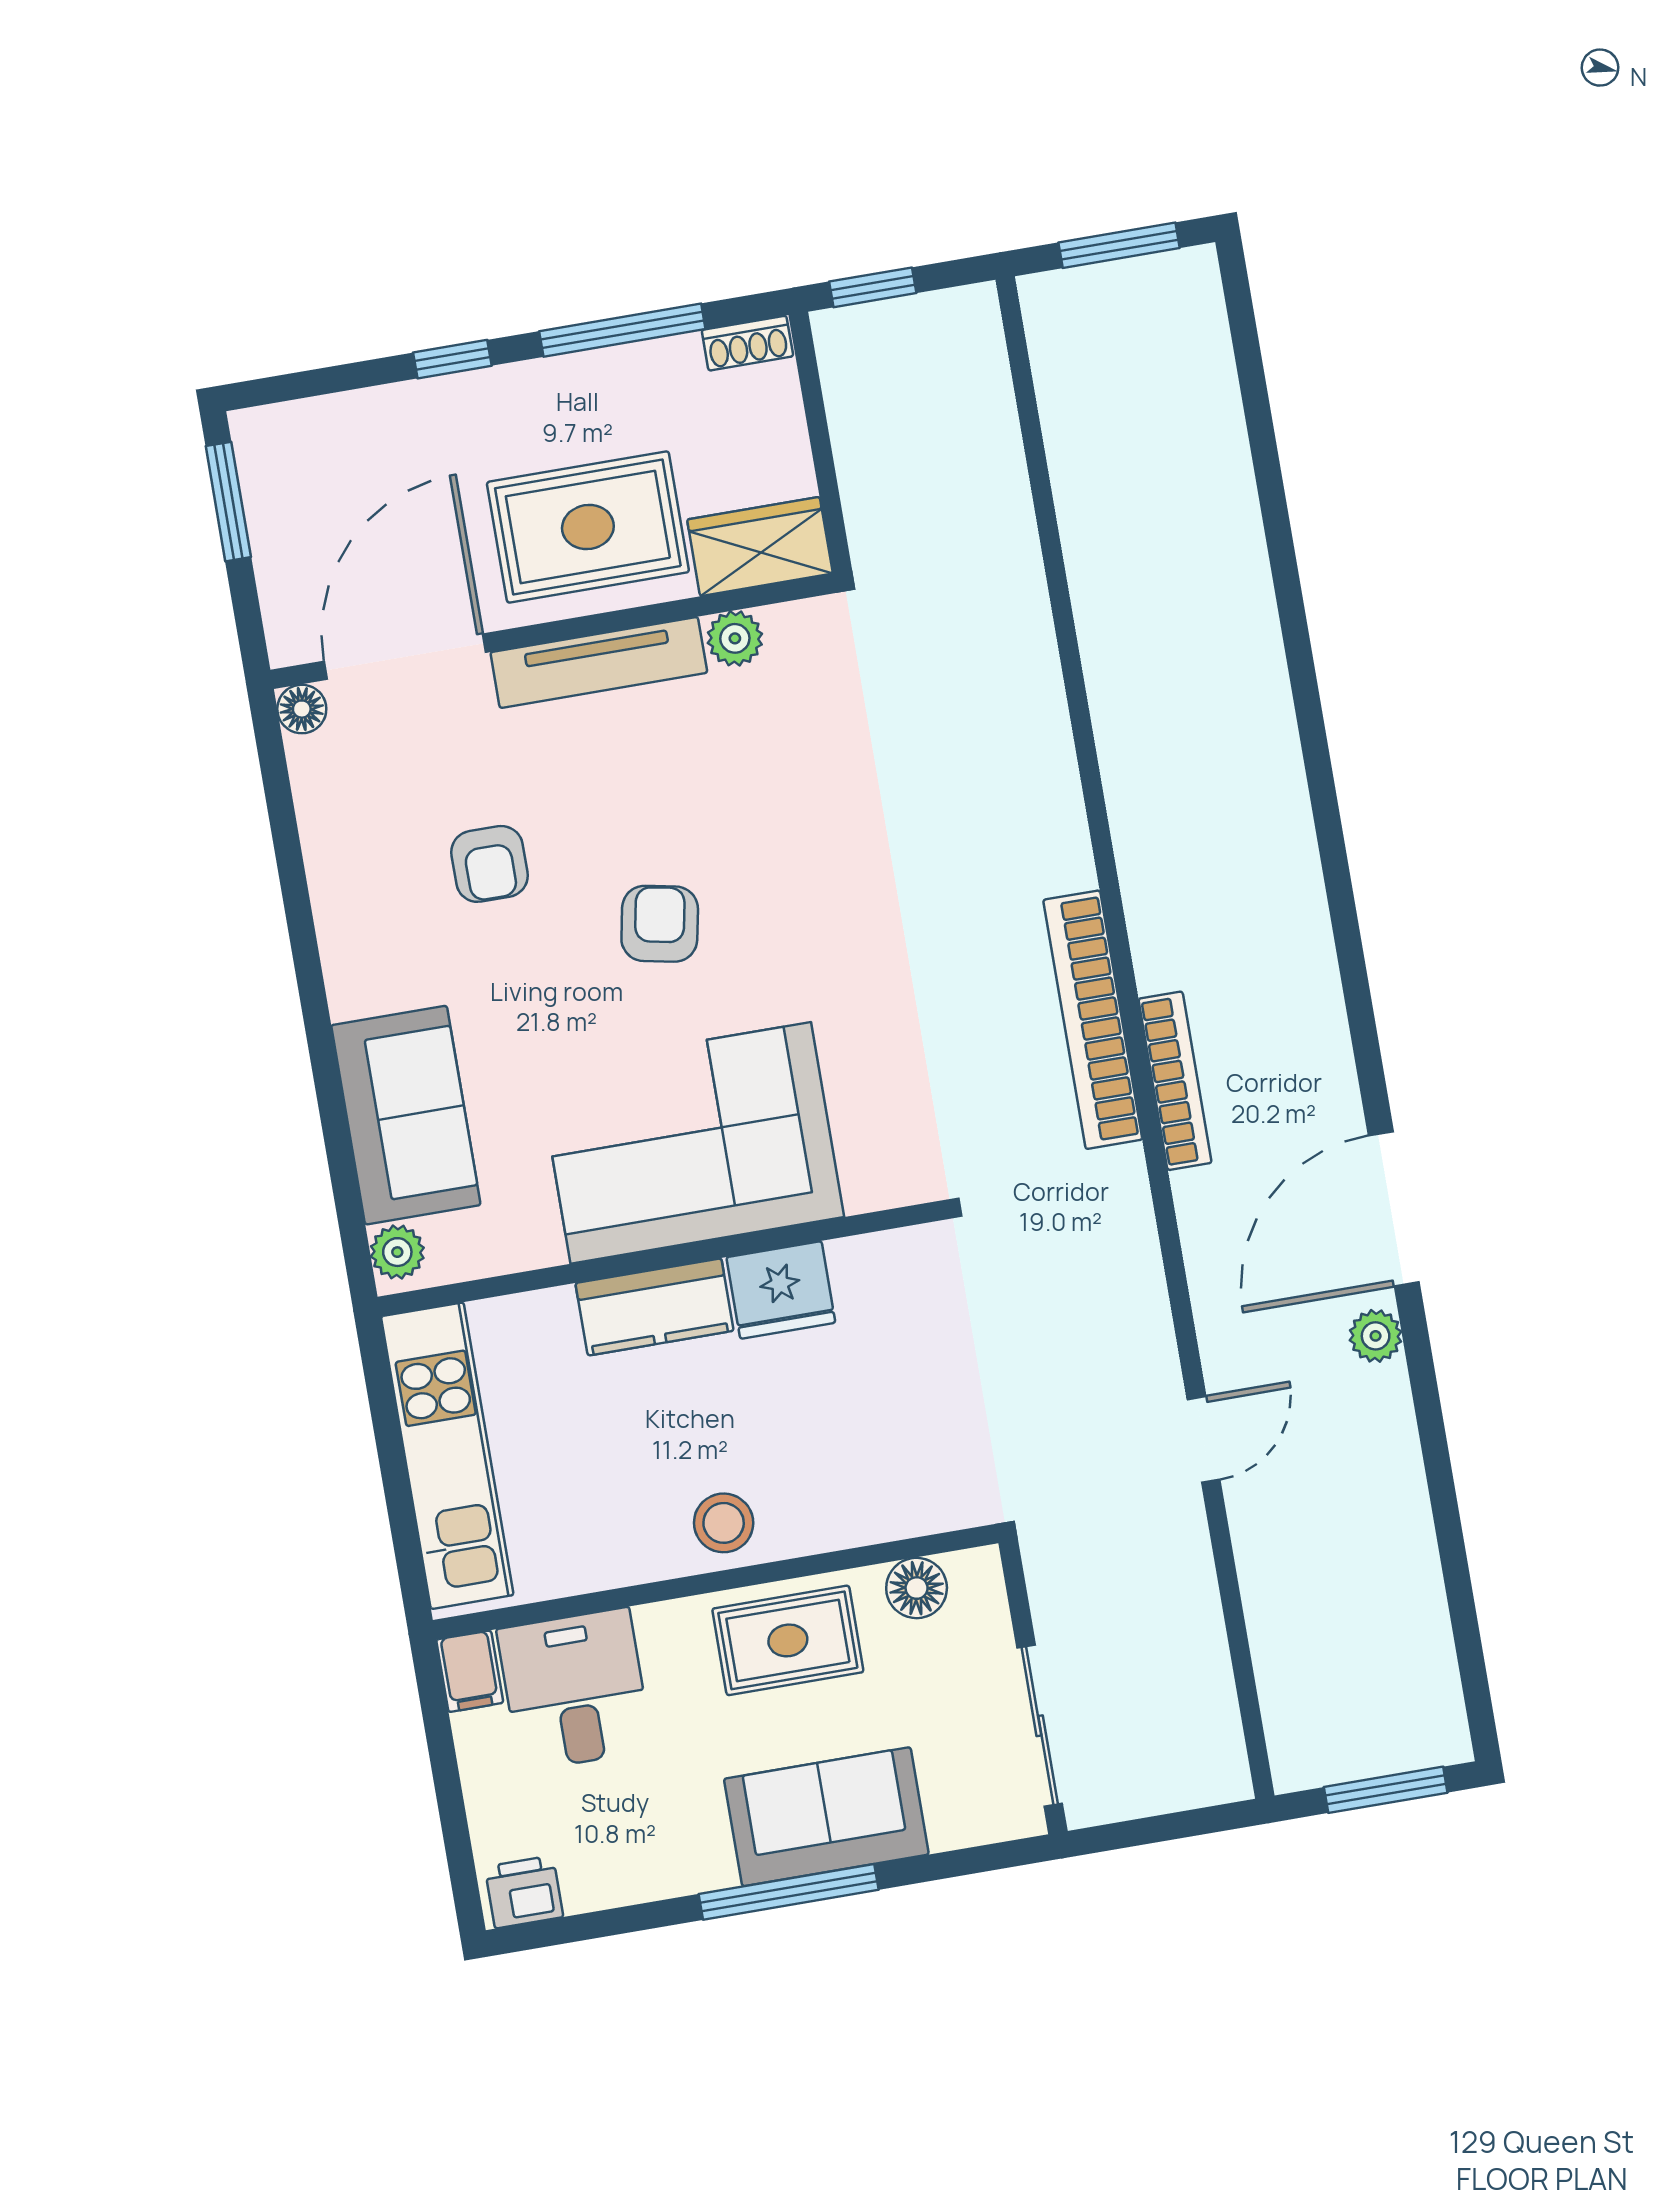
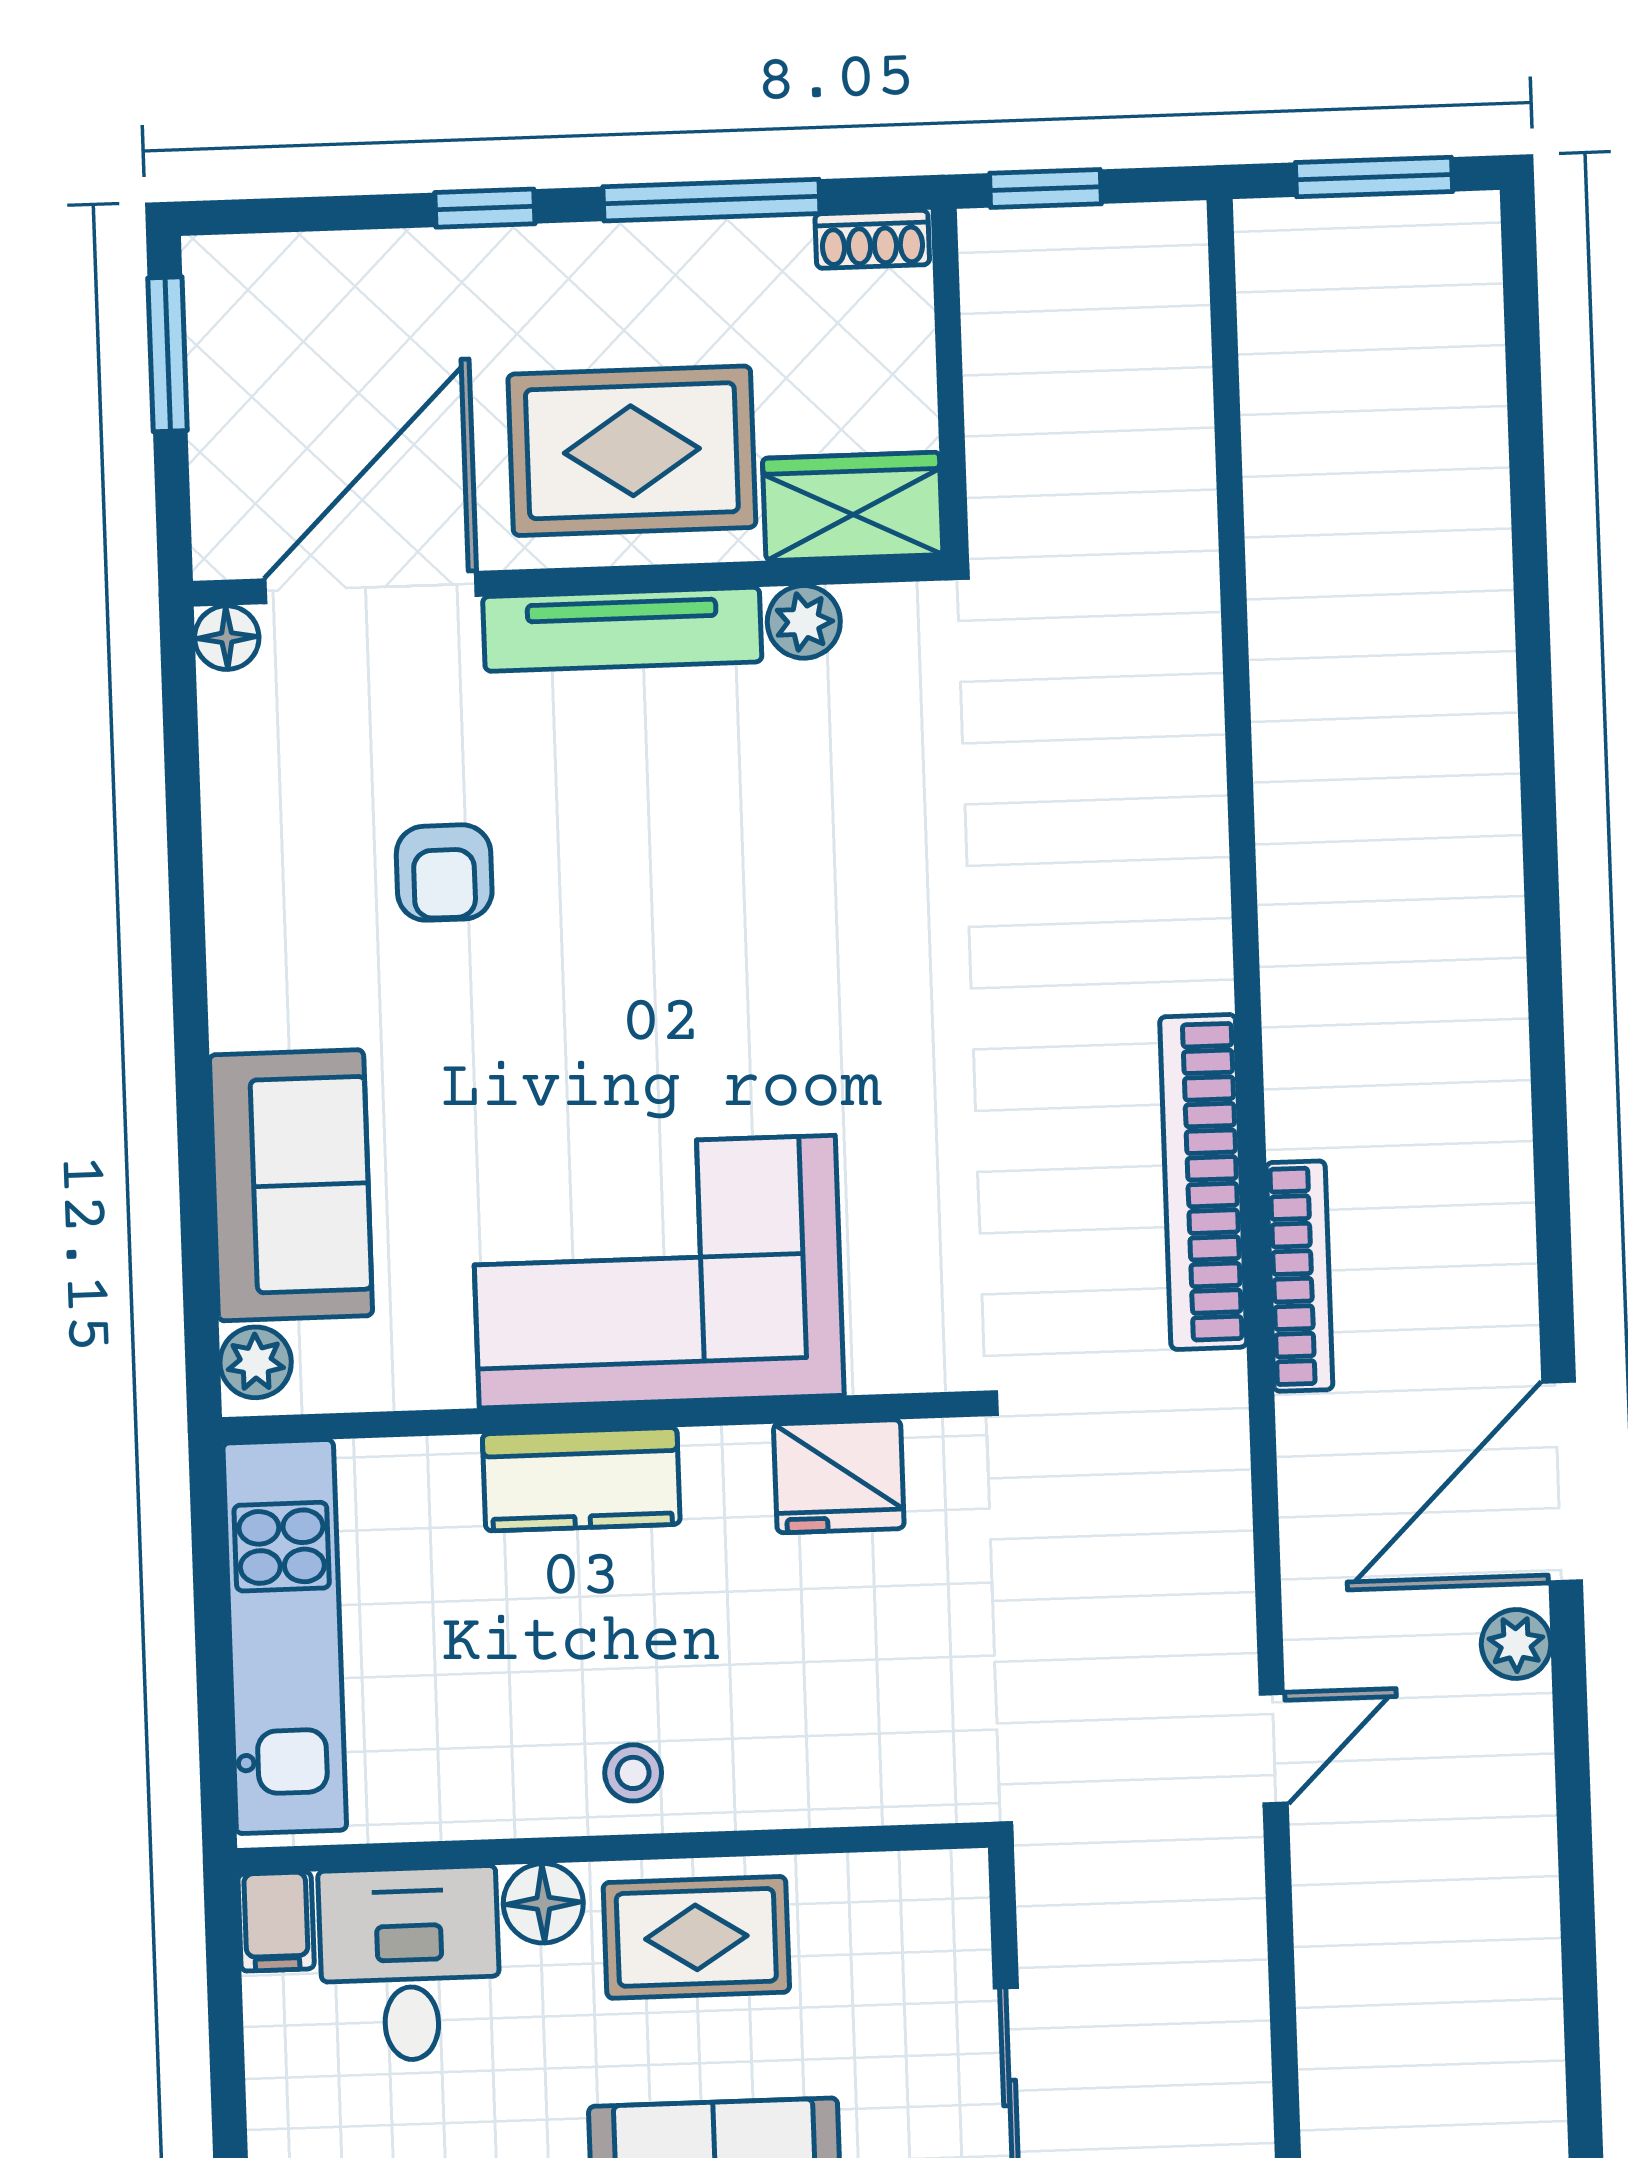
armchair: (660, 924) -> (655, 981), removed
fridge: (781, 1290) -> (839, 1476), moved
stool: (724, 1523) -> (633, 1773), width x0.73, depth x0.73
floor lamp: (917, 1588) -> (543, 1903), moved

